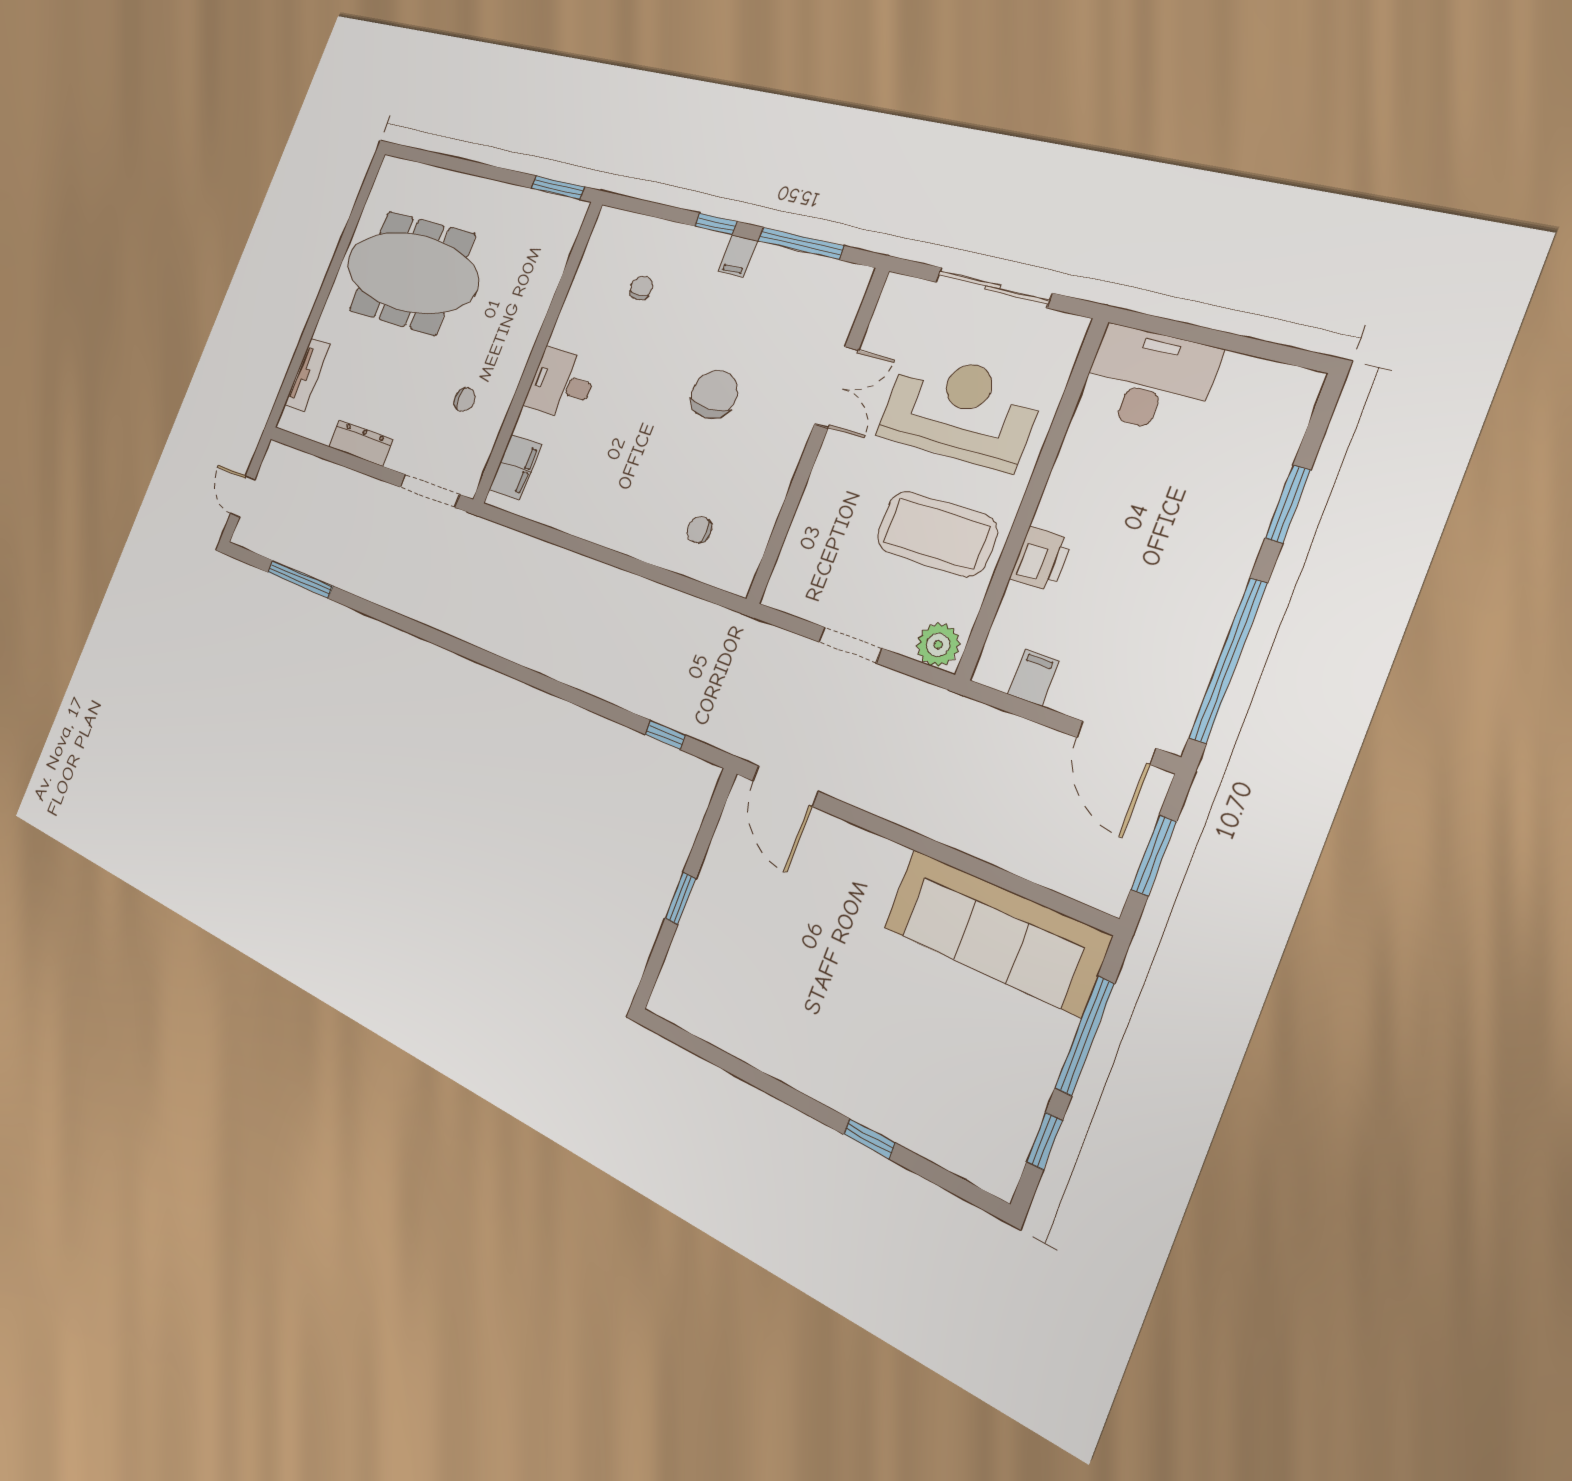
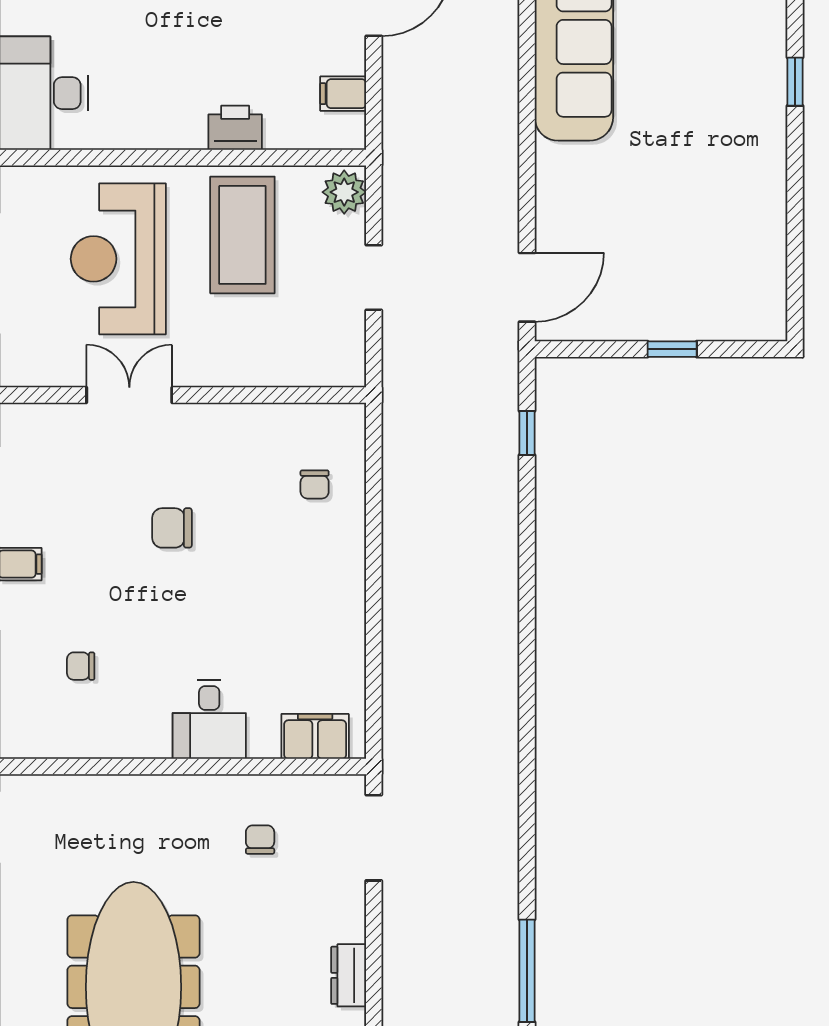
chair: (714, 394) -> (172, 528), width x0.73, depth x0.73
dresser: (361, 443) -> (349, 975), width x0.70

